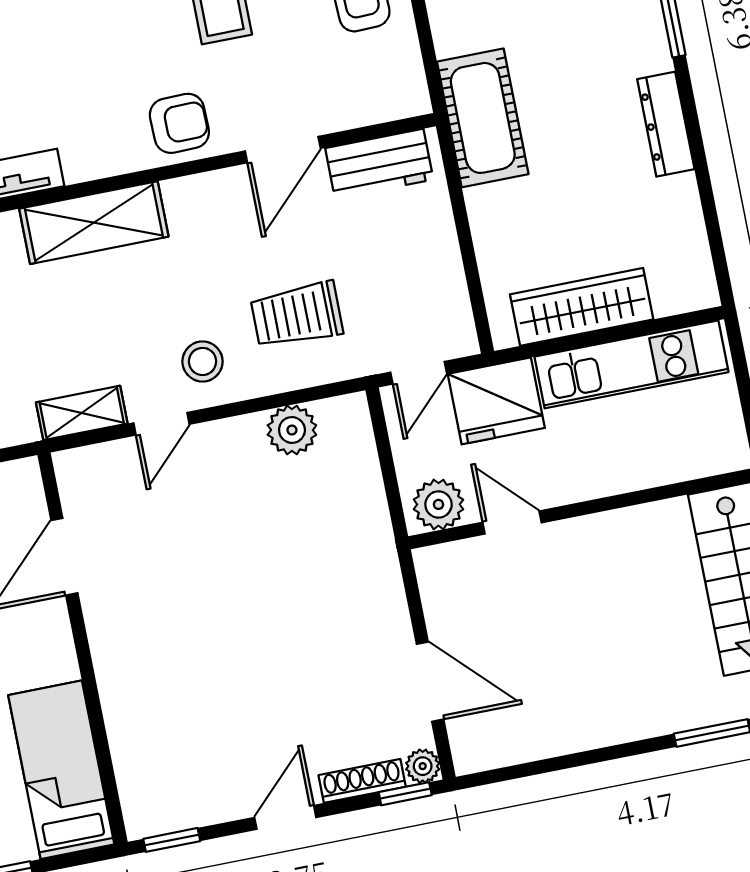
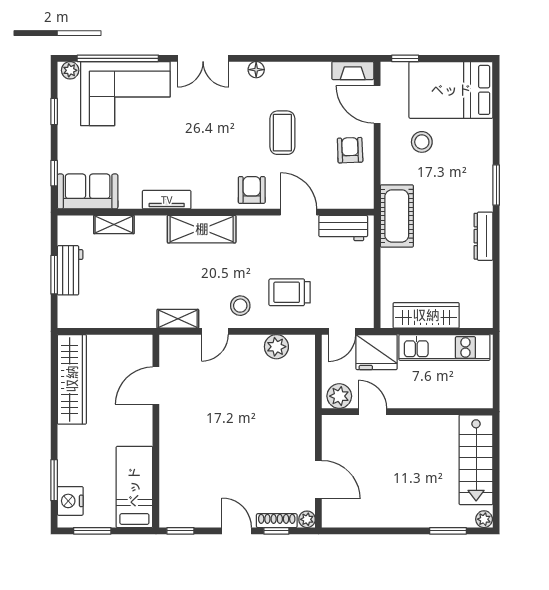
armchair: (179, 123) -> (252, 190), turned -89
door: (283, 150) -> (299, 212), swing flipped
window: (405, 794) -> (276, 531), moved
door: (285, 817) -> (237, 531), hinge flipped

